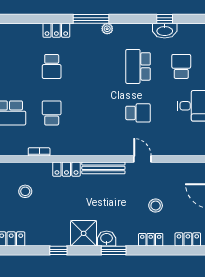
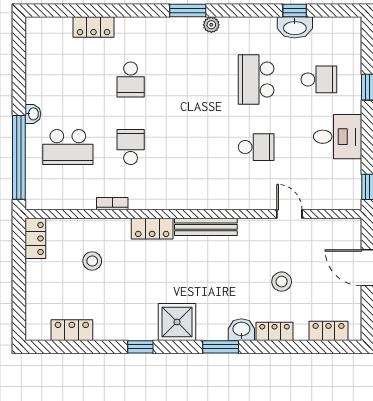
window: (91, 19) -> (188, 10), width x0.69
locker: (56, 30) -> (94, 27), moved
school desk: (181, 66) -> (319, 79), turned 90
door: (142, 159) -> (289, 214), moved
washbasin: (107, 239) -> (241, 330), moved

